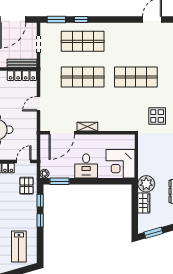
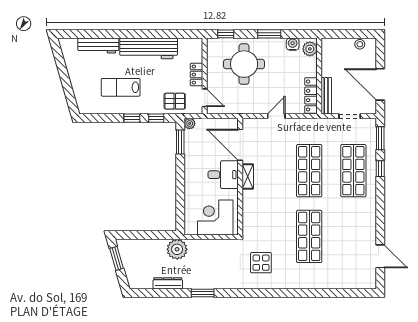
door: (39, 104) -> (276, 116), hinge flipped
corner desk: (121, 164) -> (215, 217), moved
desk: (86, 166) -> (223, 175), moved, turned 180
wardrobe: (144, 203) -> (153, 246), removed
lab bench: (19, 247) -> (121, 87), moved

